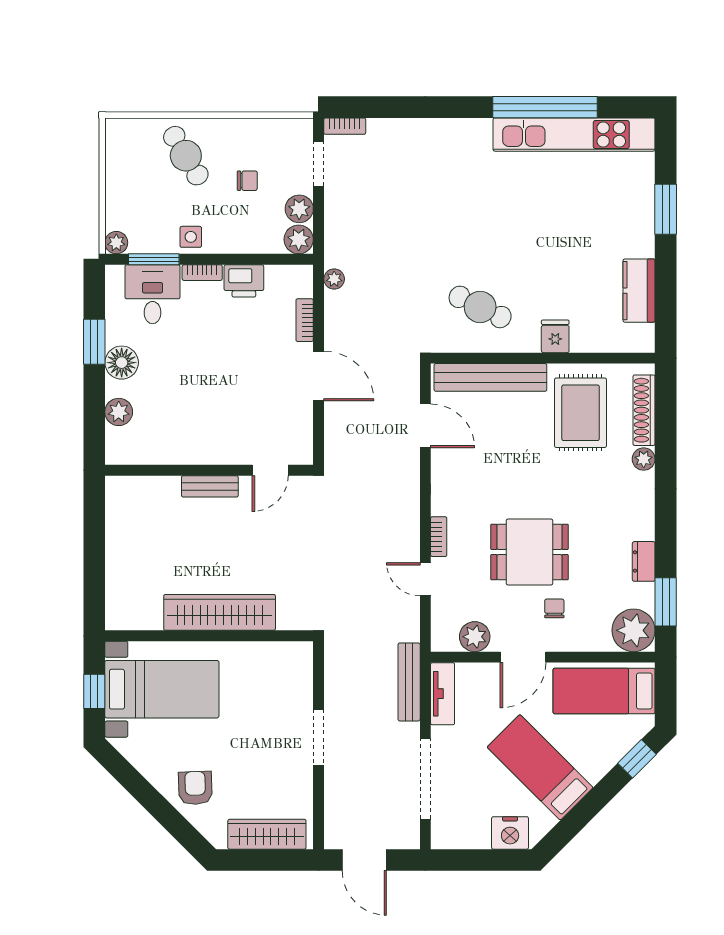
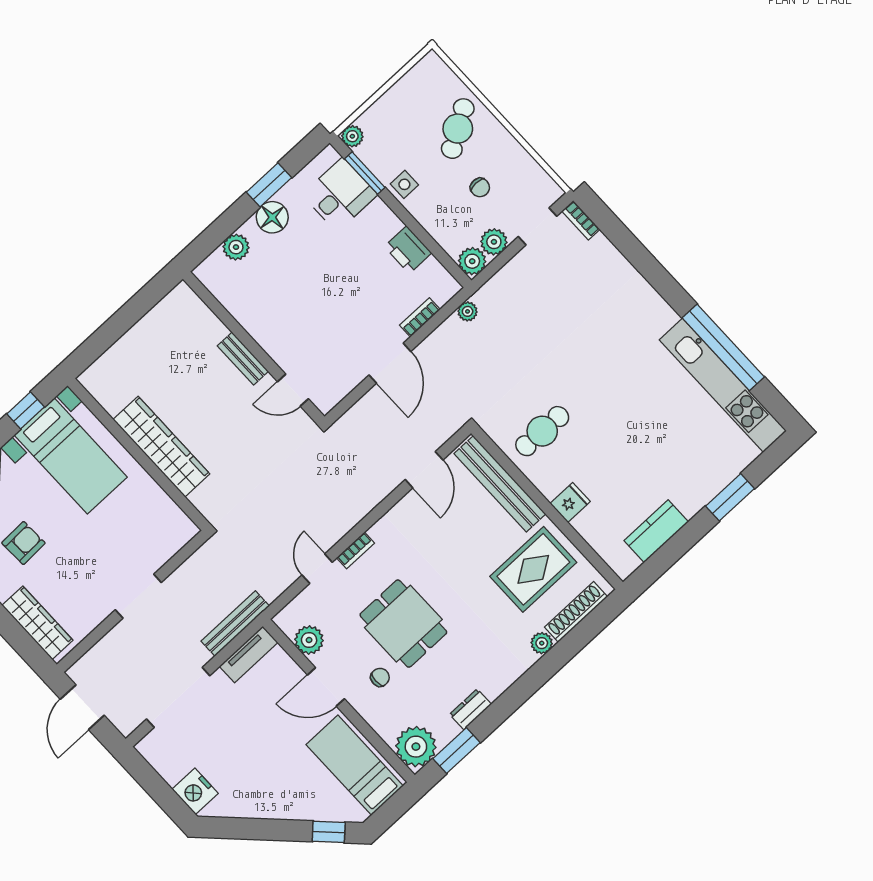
bookcase: (202, 273) -> (387, 215), removed
cafe table: (480, 307) -> (542, 431), turned 65
bed: (540, 767) -> (260, 770), removed

